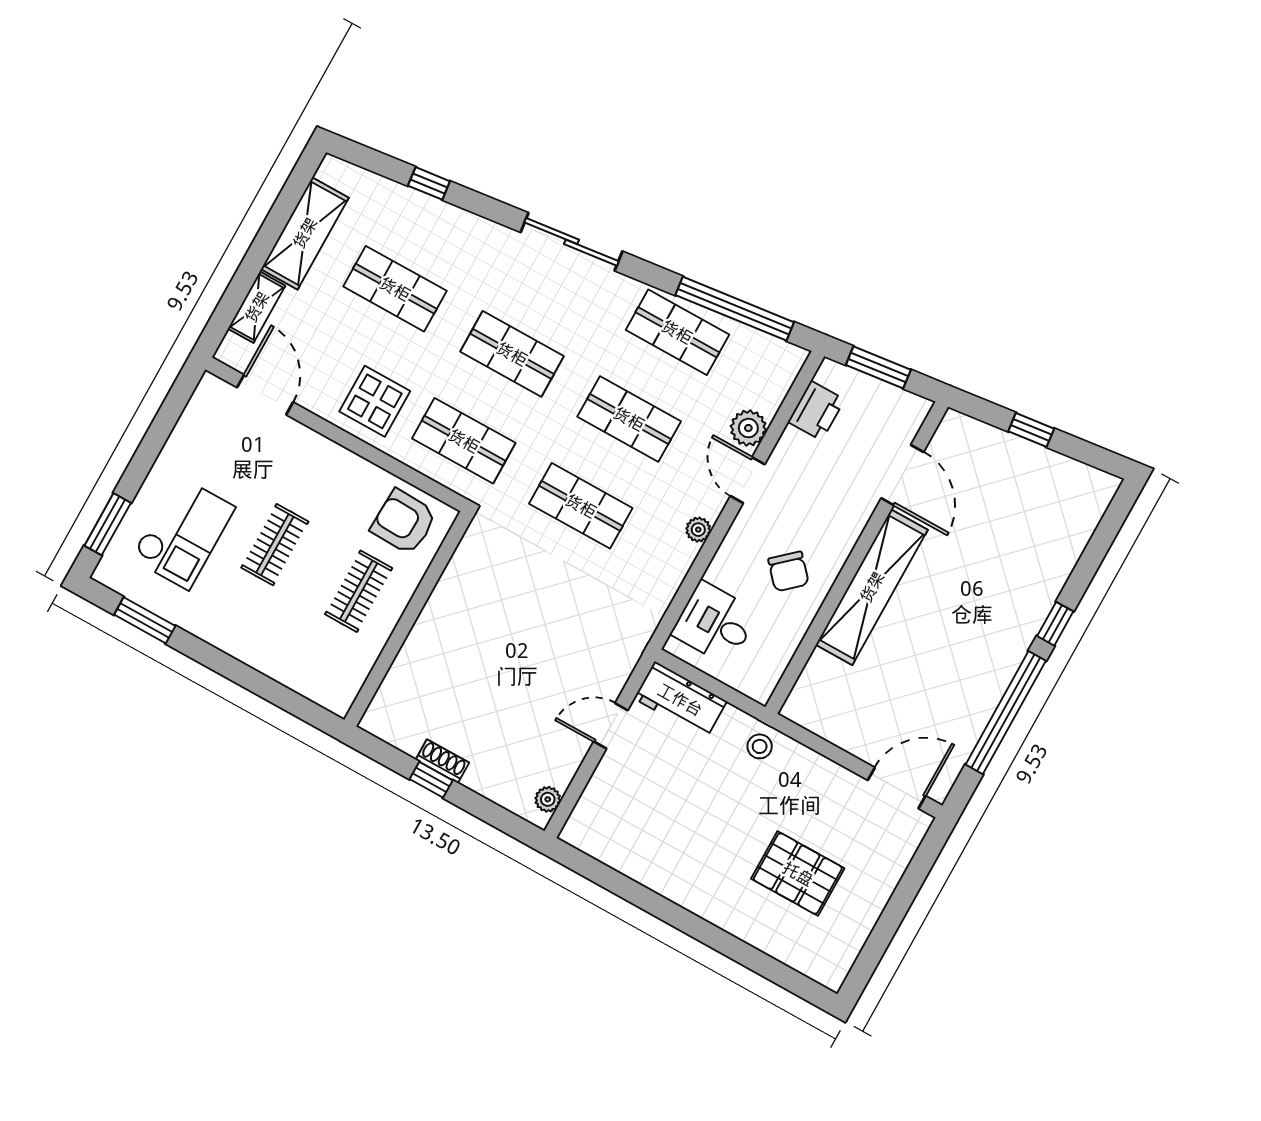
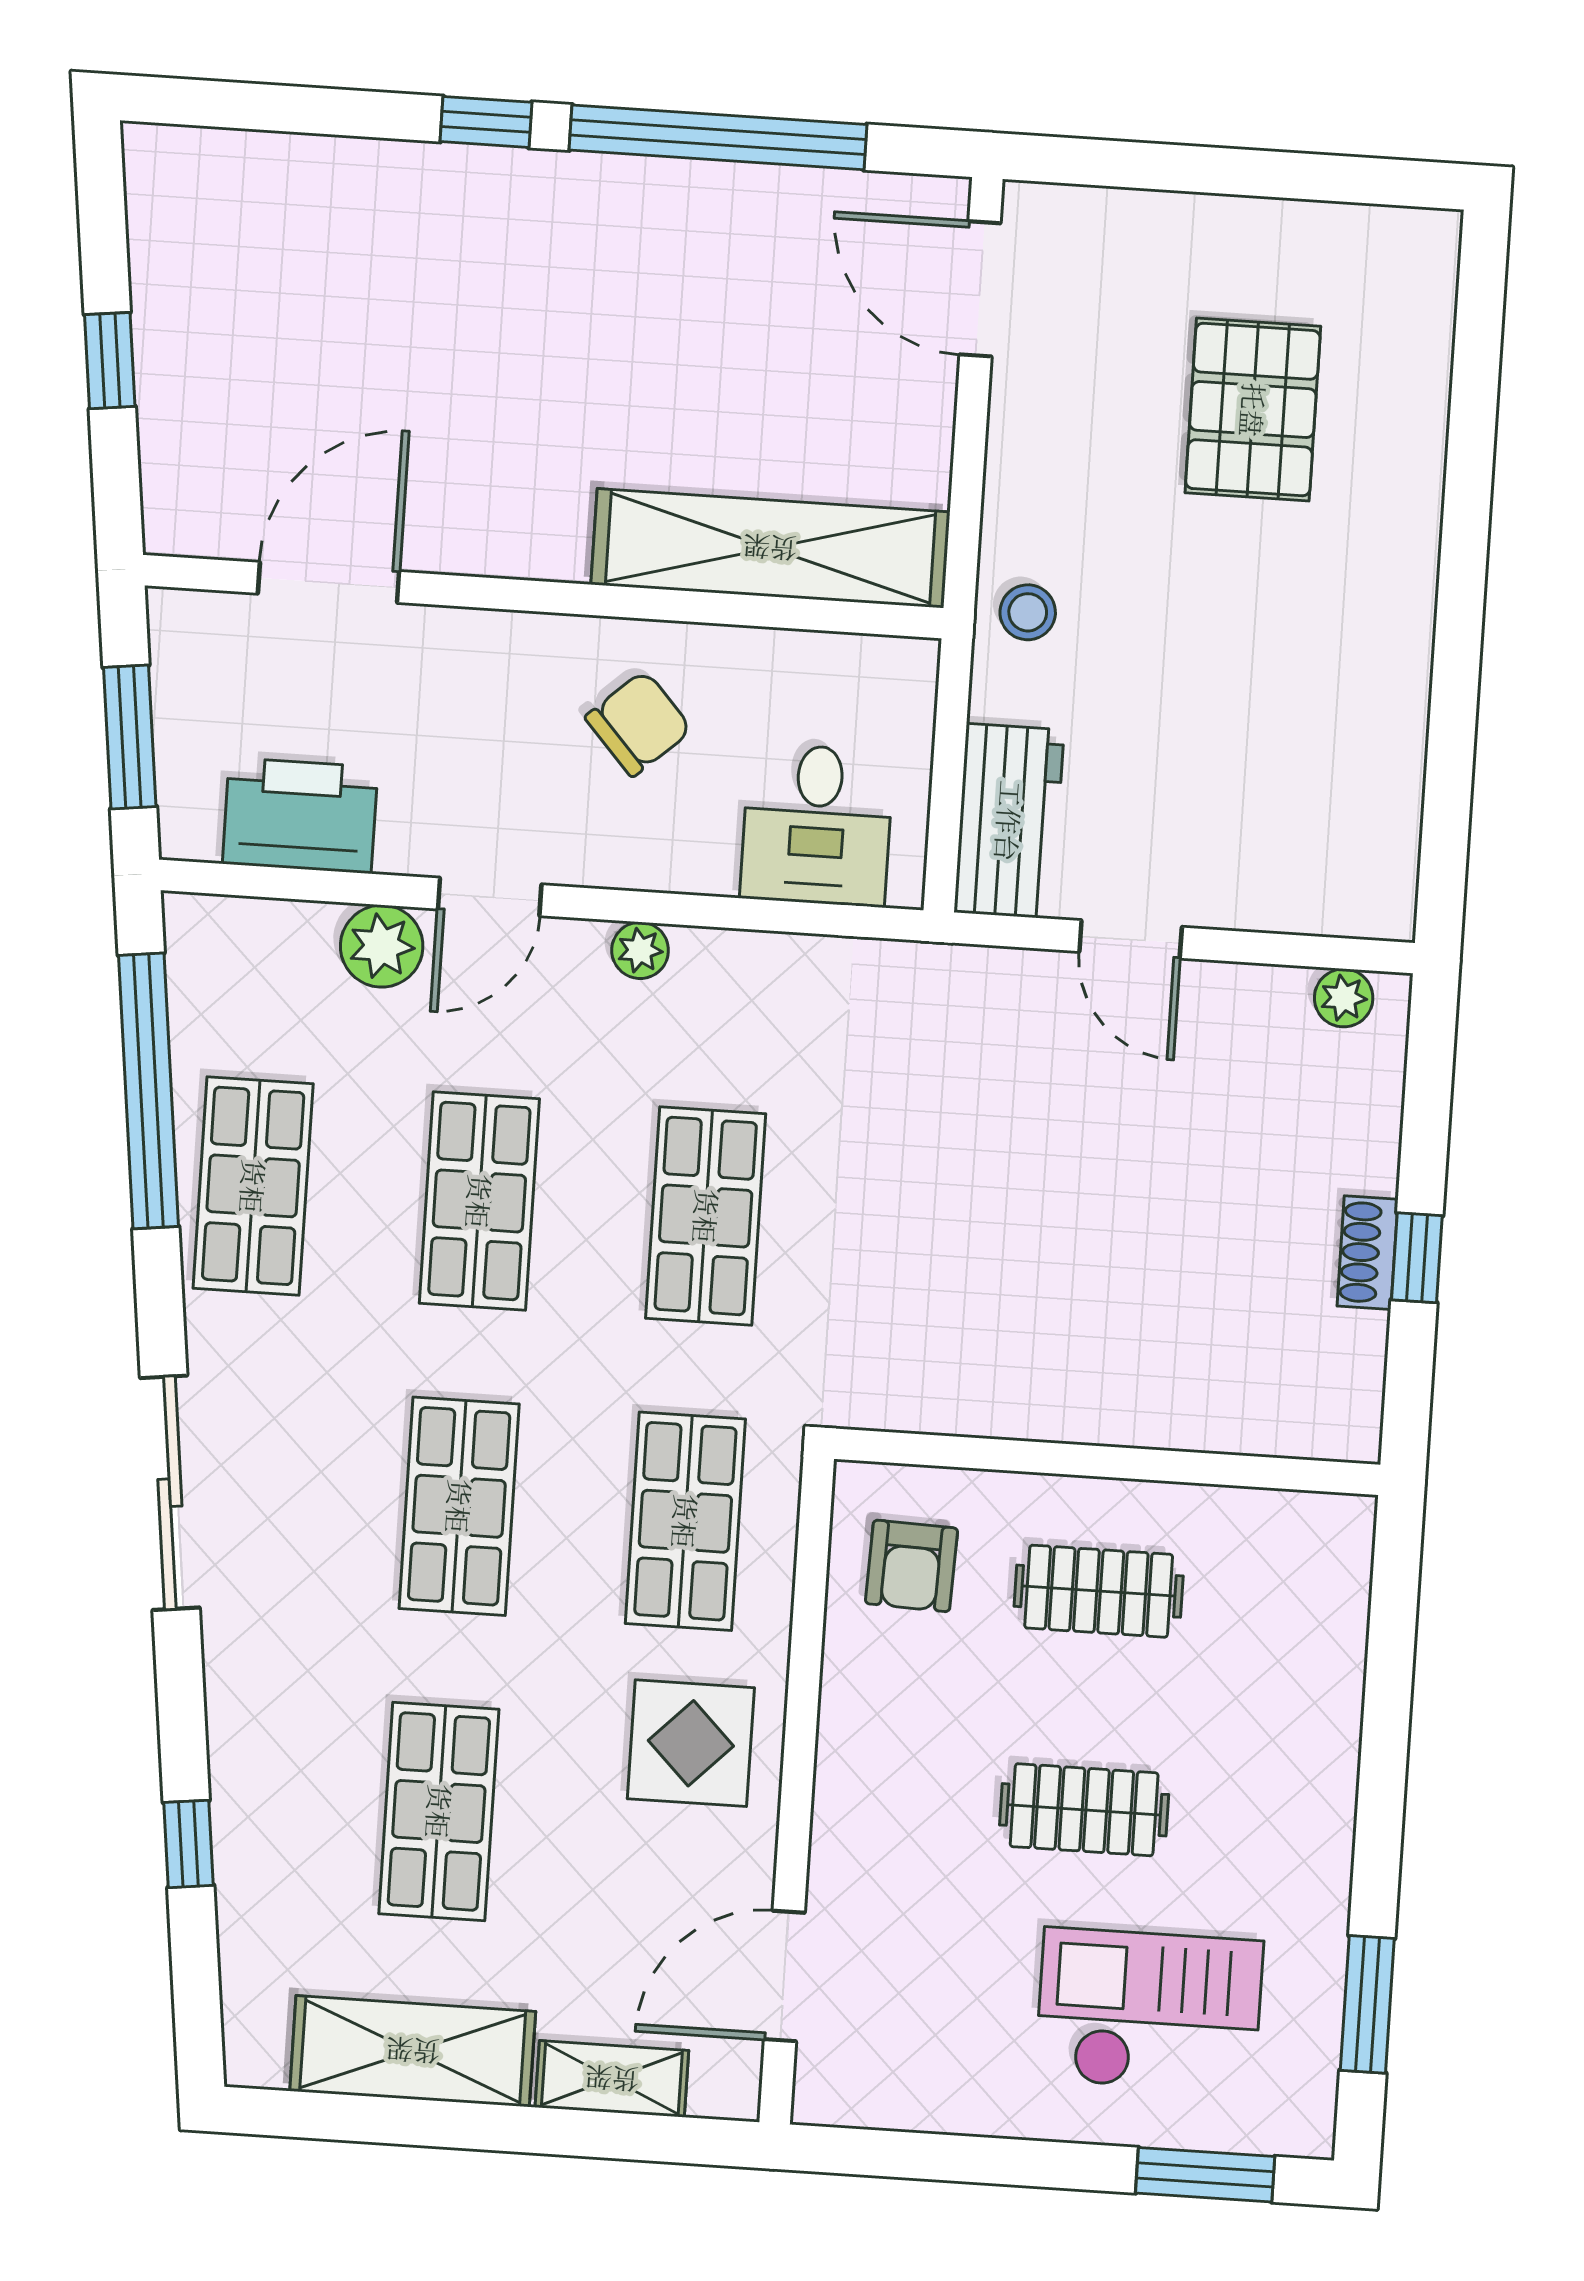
printer: (816, 411) -> (300, 815), width x1.37, depth x1.19
armchair: (404, 522) -> (912, 1566), width x0.72, depth x0.72
shelving: (872, 587) -> (770, 548), moved

